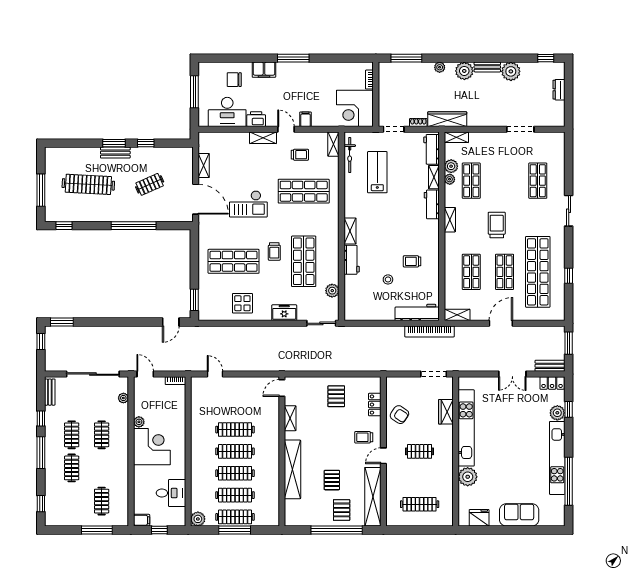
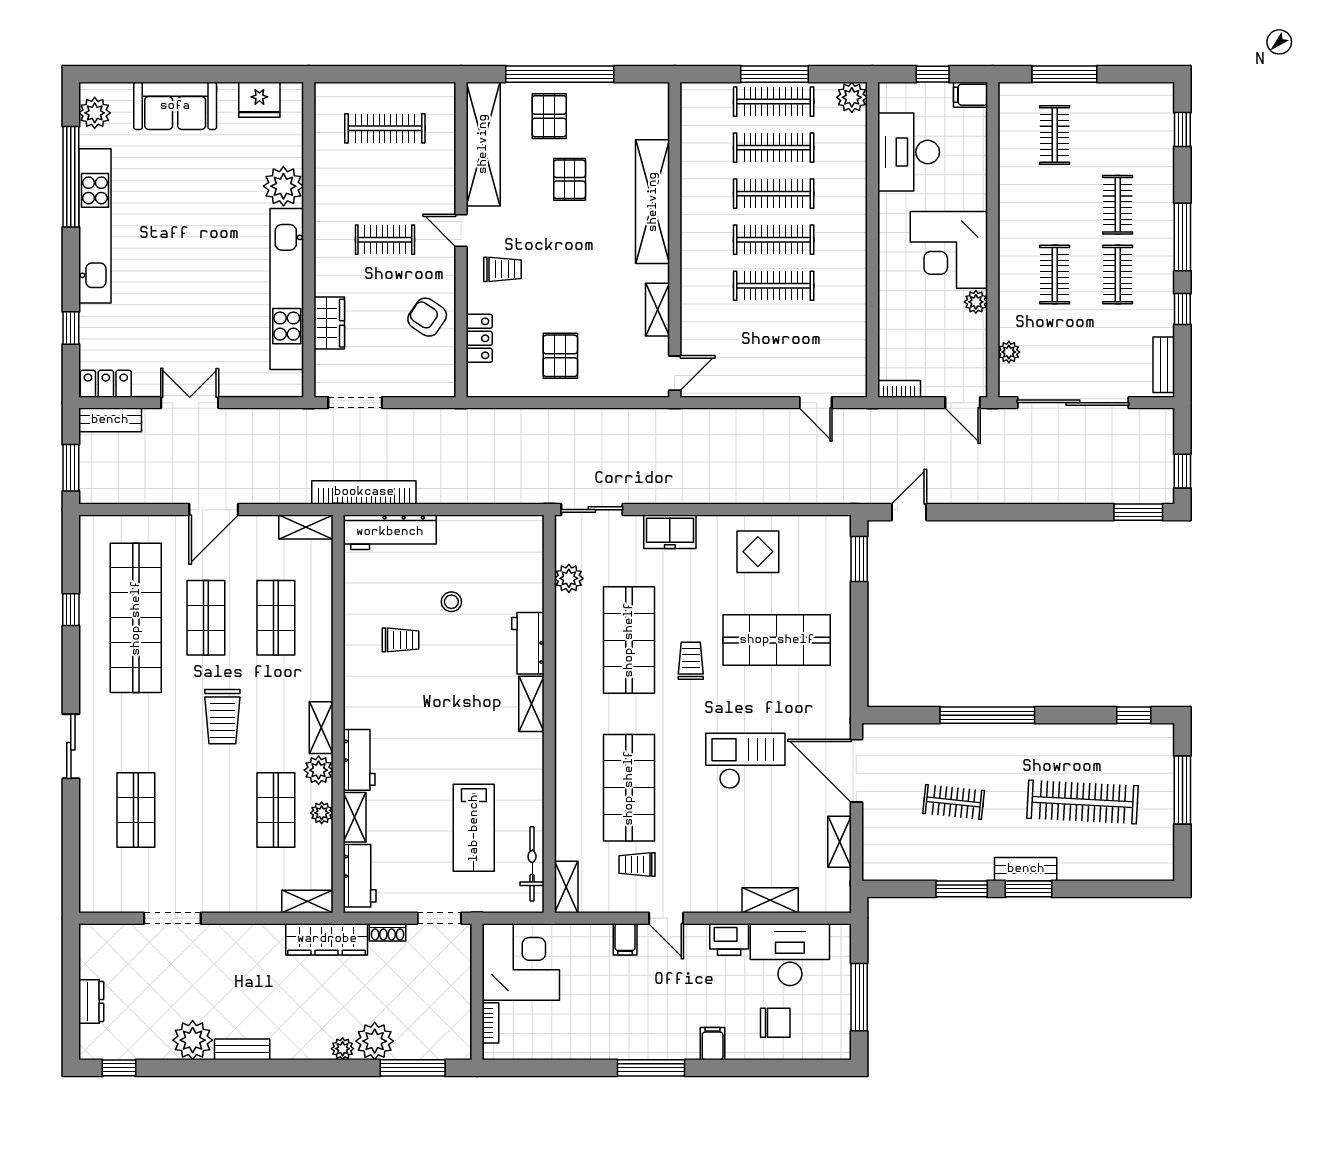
filing cabinet: (264, 70) -> (713, 1044), width x0.50
plant: (464, 71) -> (375, 1041), moved
shelving: (263, 138) -> (770, 900), moved
window: (146, 143) -> (962, 889), width x1.50
plant: (451, 166) -> (319, 770), moved
clothes rail: (150, 184) -> (954, 802), turned 30
shop shelf: (304, 191) -> (629, 788), turned 90
plant: (557, 413) -> (95, 113), moved
door: (383, 456) -> (461, 230), swing flipped
desk: (171, 493) -> (909, 152), width x1.37

